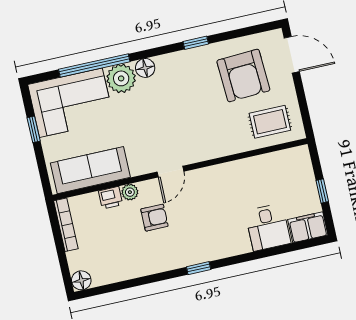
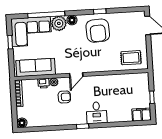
armchair: (243, 75) -> (98, 31), moved
desk: (268, 227) -> (97, 113), moved

